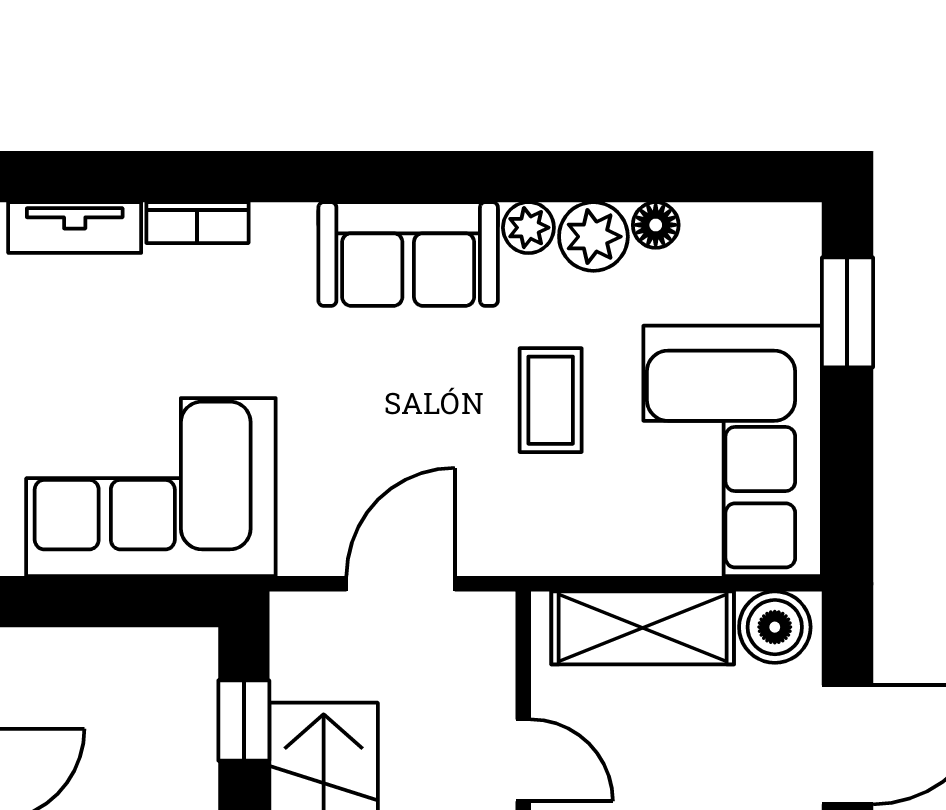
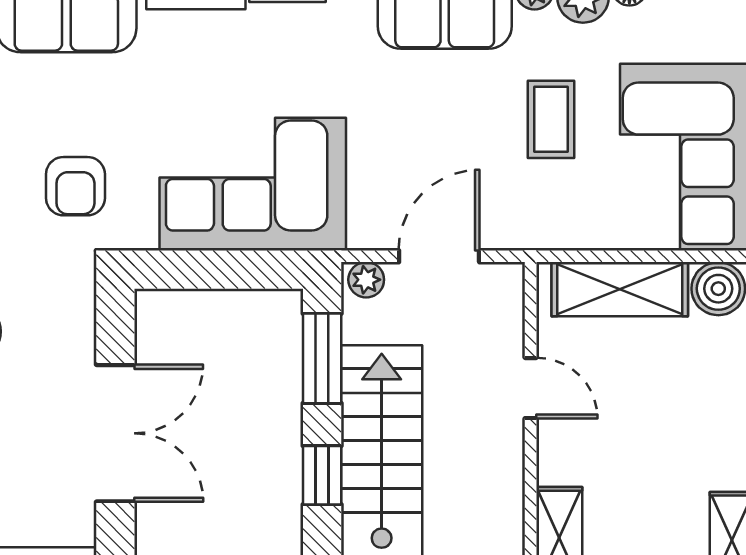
plant: (303, 615) -> (366, 280), added
window: (244, 720) -> (322, 358), width x1.50

